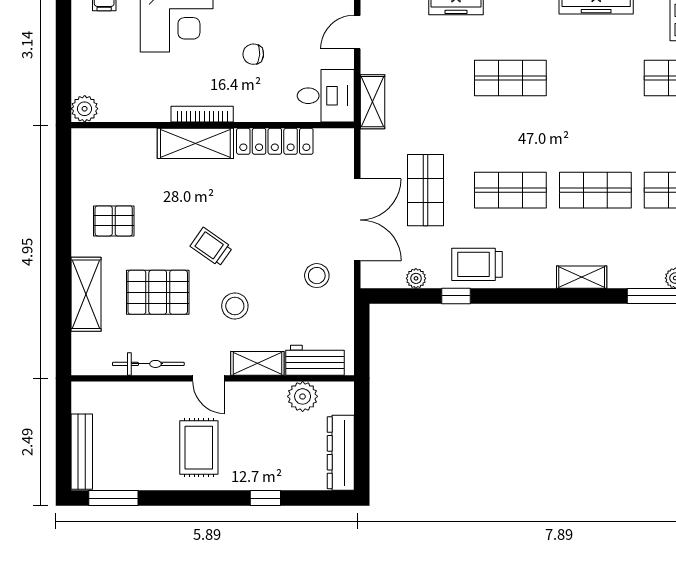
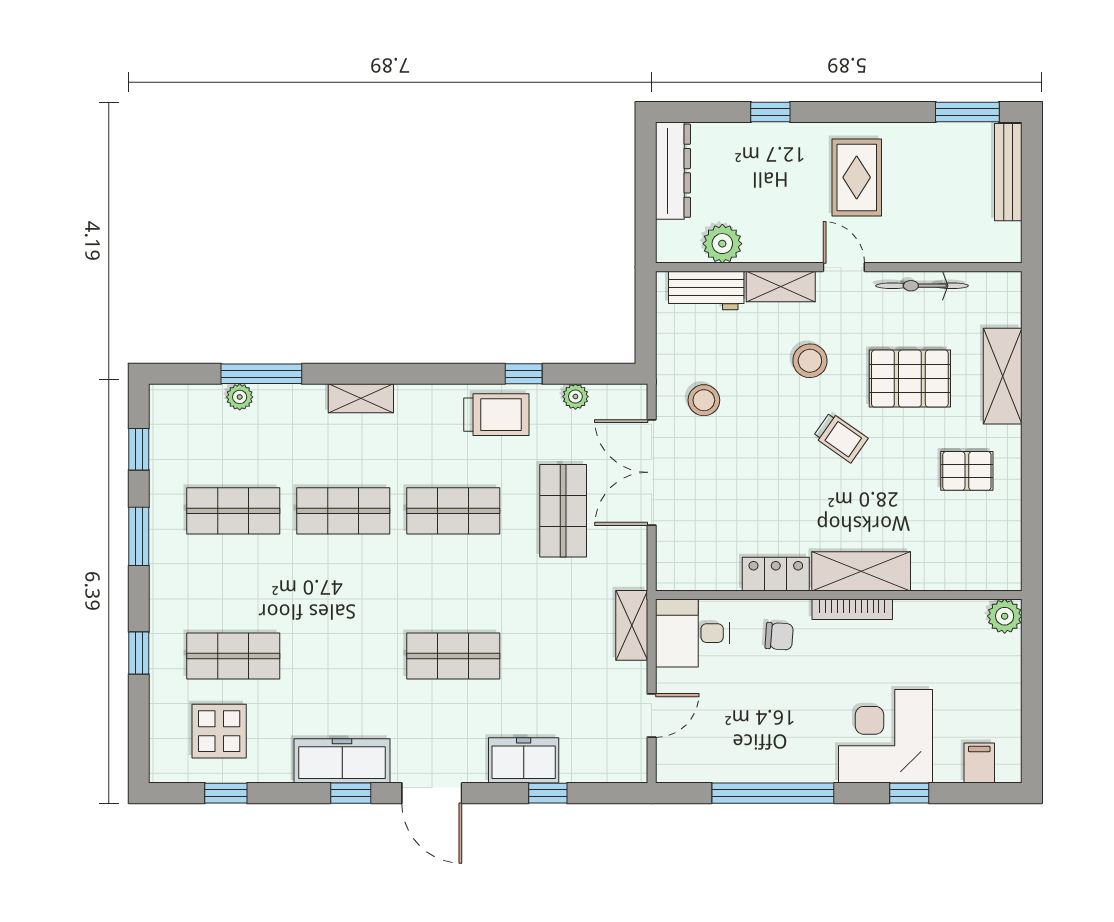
chair: (253, 54) -> (779, 636), moved
locker: (275, 141) -> (776, 574), width x0.66

